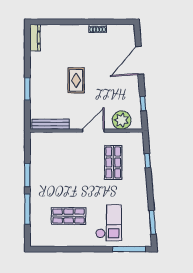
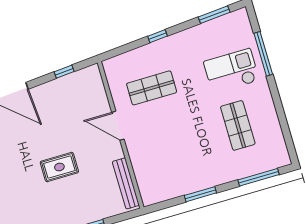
plant: (122, 120) -> (94, 93), removed
window: (148, 161) -> (158, 36), moved
window: (27, 209) -> (259, 177), moved
window: (129, 249) -> (263, 54), moved

